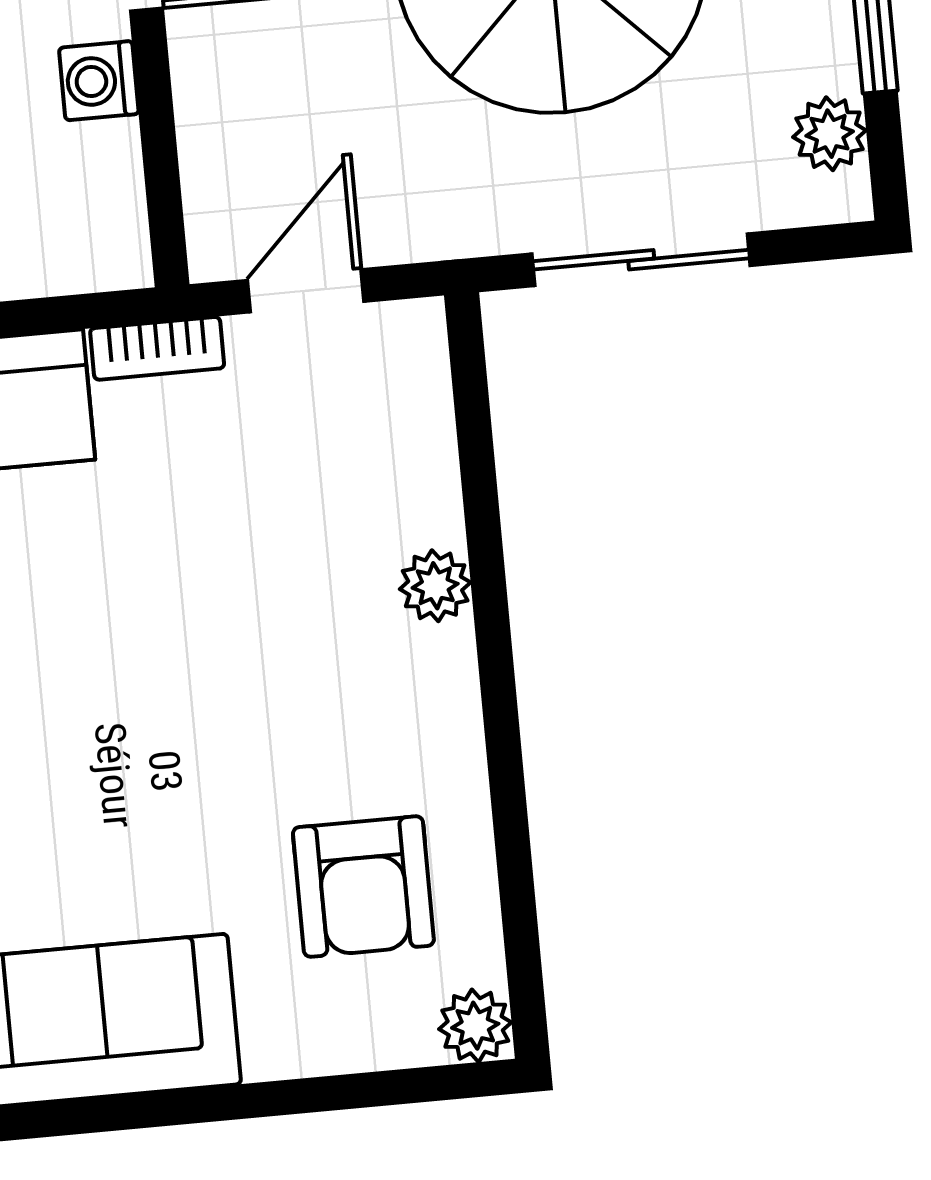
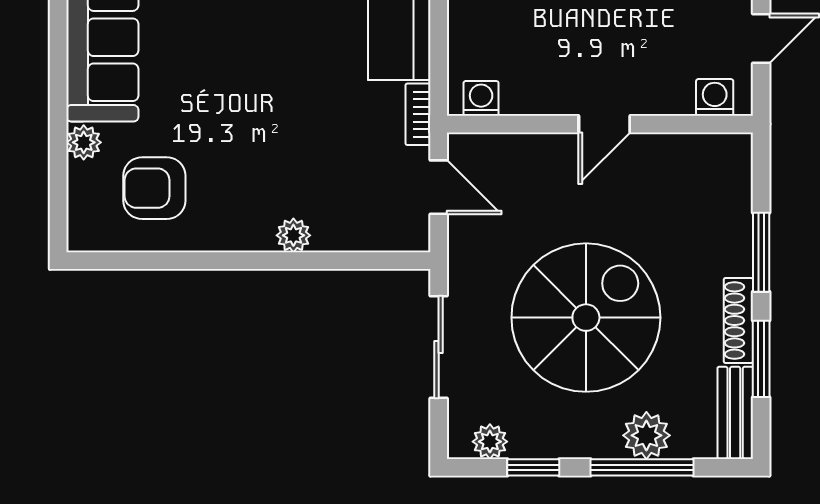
washing machine: (99, 81) -> (481, 98), moved
plant: (475, 1026) -> (84, 142), moved

